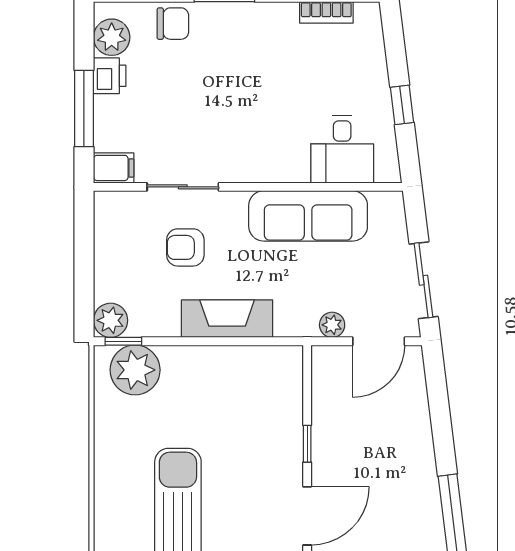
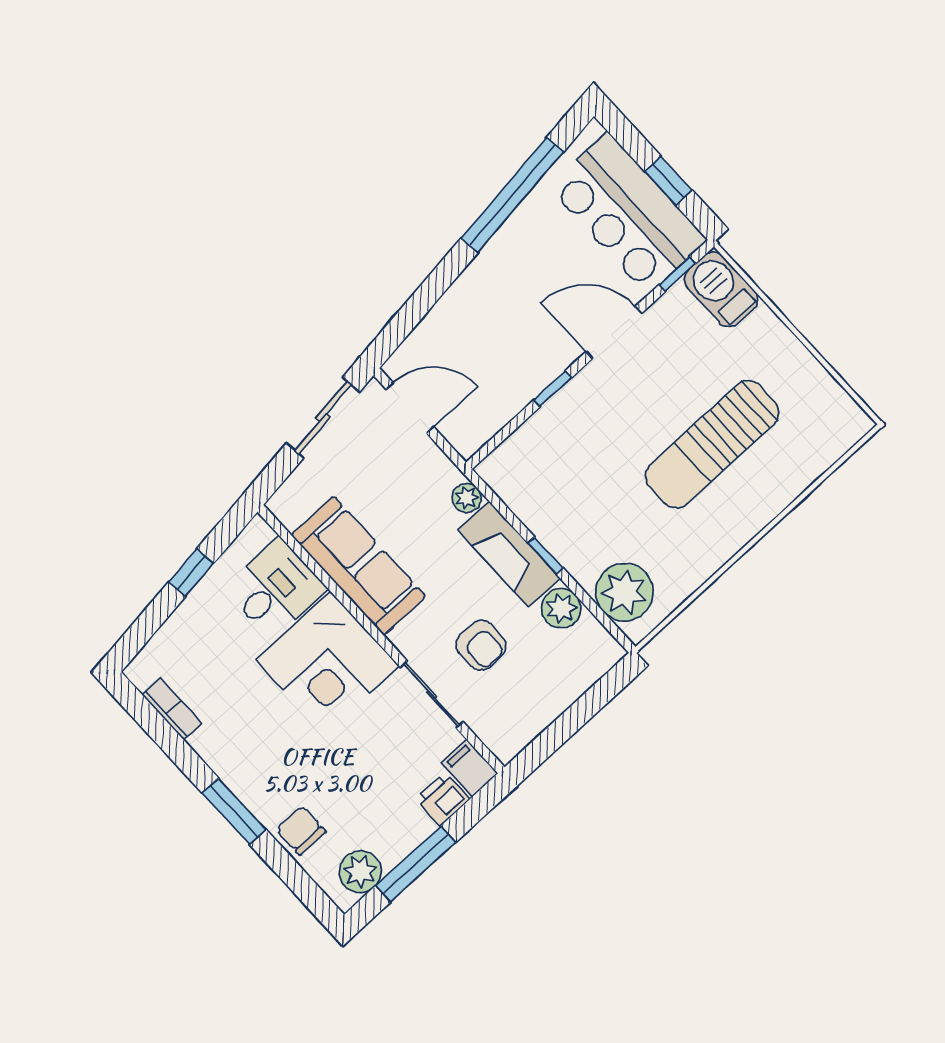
printer: (110, 76) -> (443, 799), moved
window: (84, 108) -> (416, 864), moved
corner desk: (264, 139) -> (328, 663), added
plant: (111, 320) -> (561, 608), moved
plant: (332, 325) -> (467, 498), moved
window: (123, 341) -> (545, 555), moved

